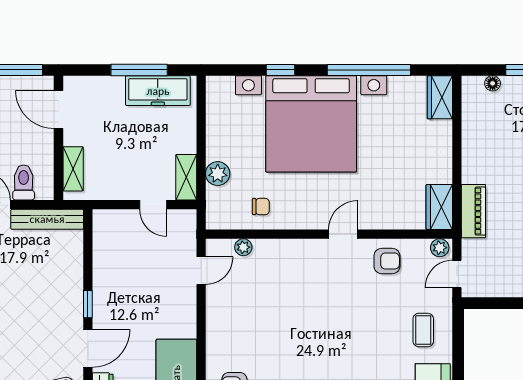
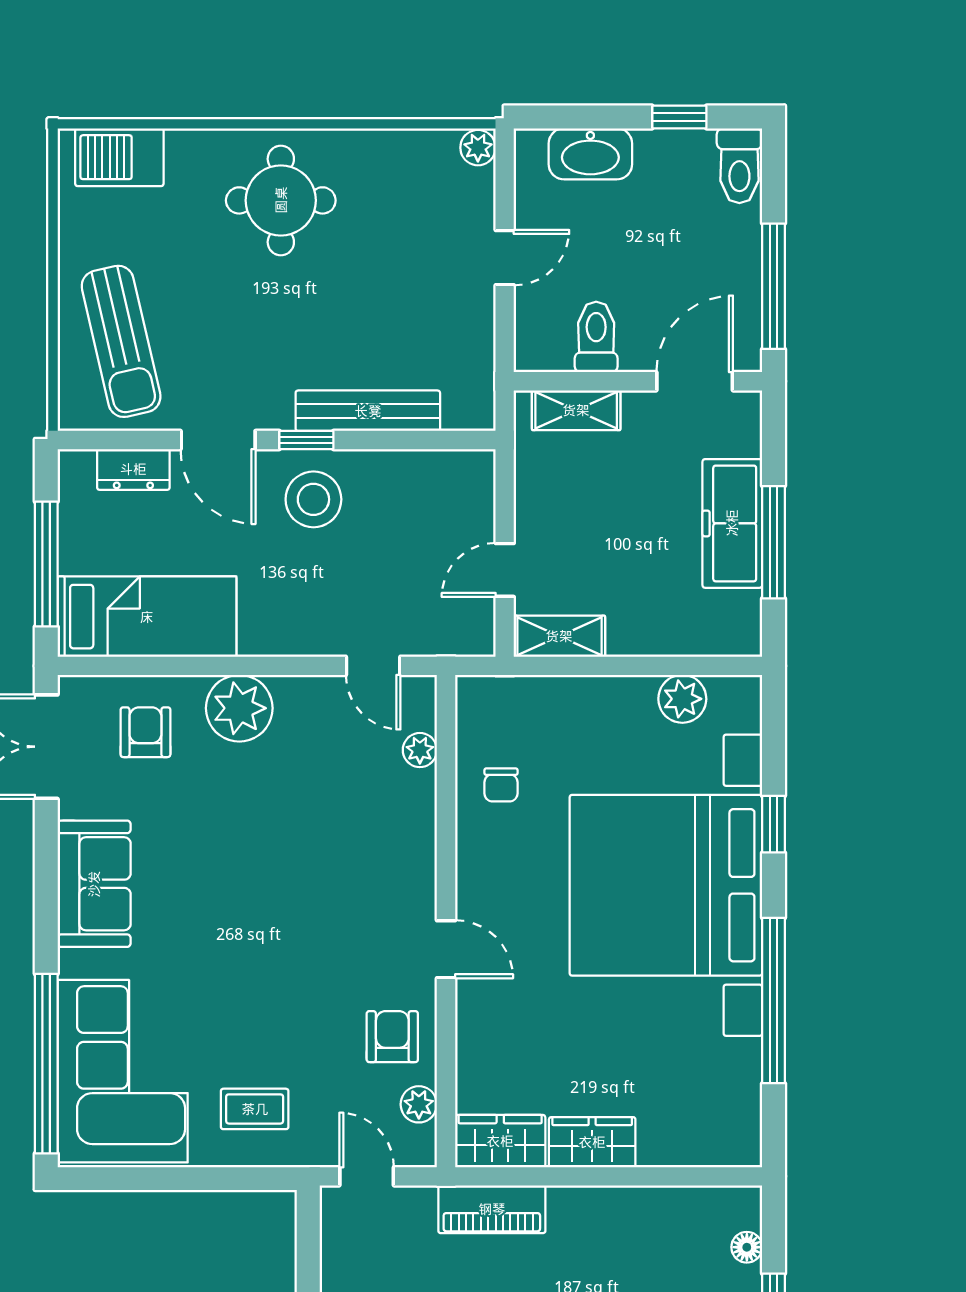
freezer: (158, 91) -> (732, 523), moved
wardrobe: (440, 97) -> (592, 1142), moved
plant: (218, 174) -> (682, 699), moved
toilet: (24, 182) -> (596, 337), moved, turned -90
bench: (47, 219) -> (368, 411), moved, turned 90
plant: (440, 248) -> (419, 1104), moved
armchair: (387, 261) -> (392, 1037), turned 180
stool: (118, 301) -> (313, 499), added
plant: (222, 338) -> (239, 708), added

